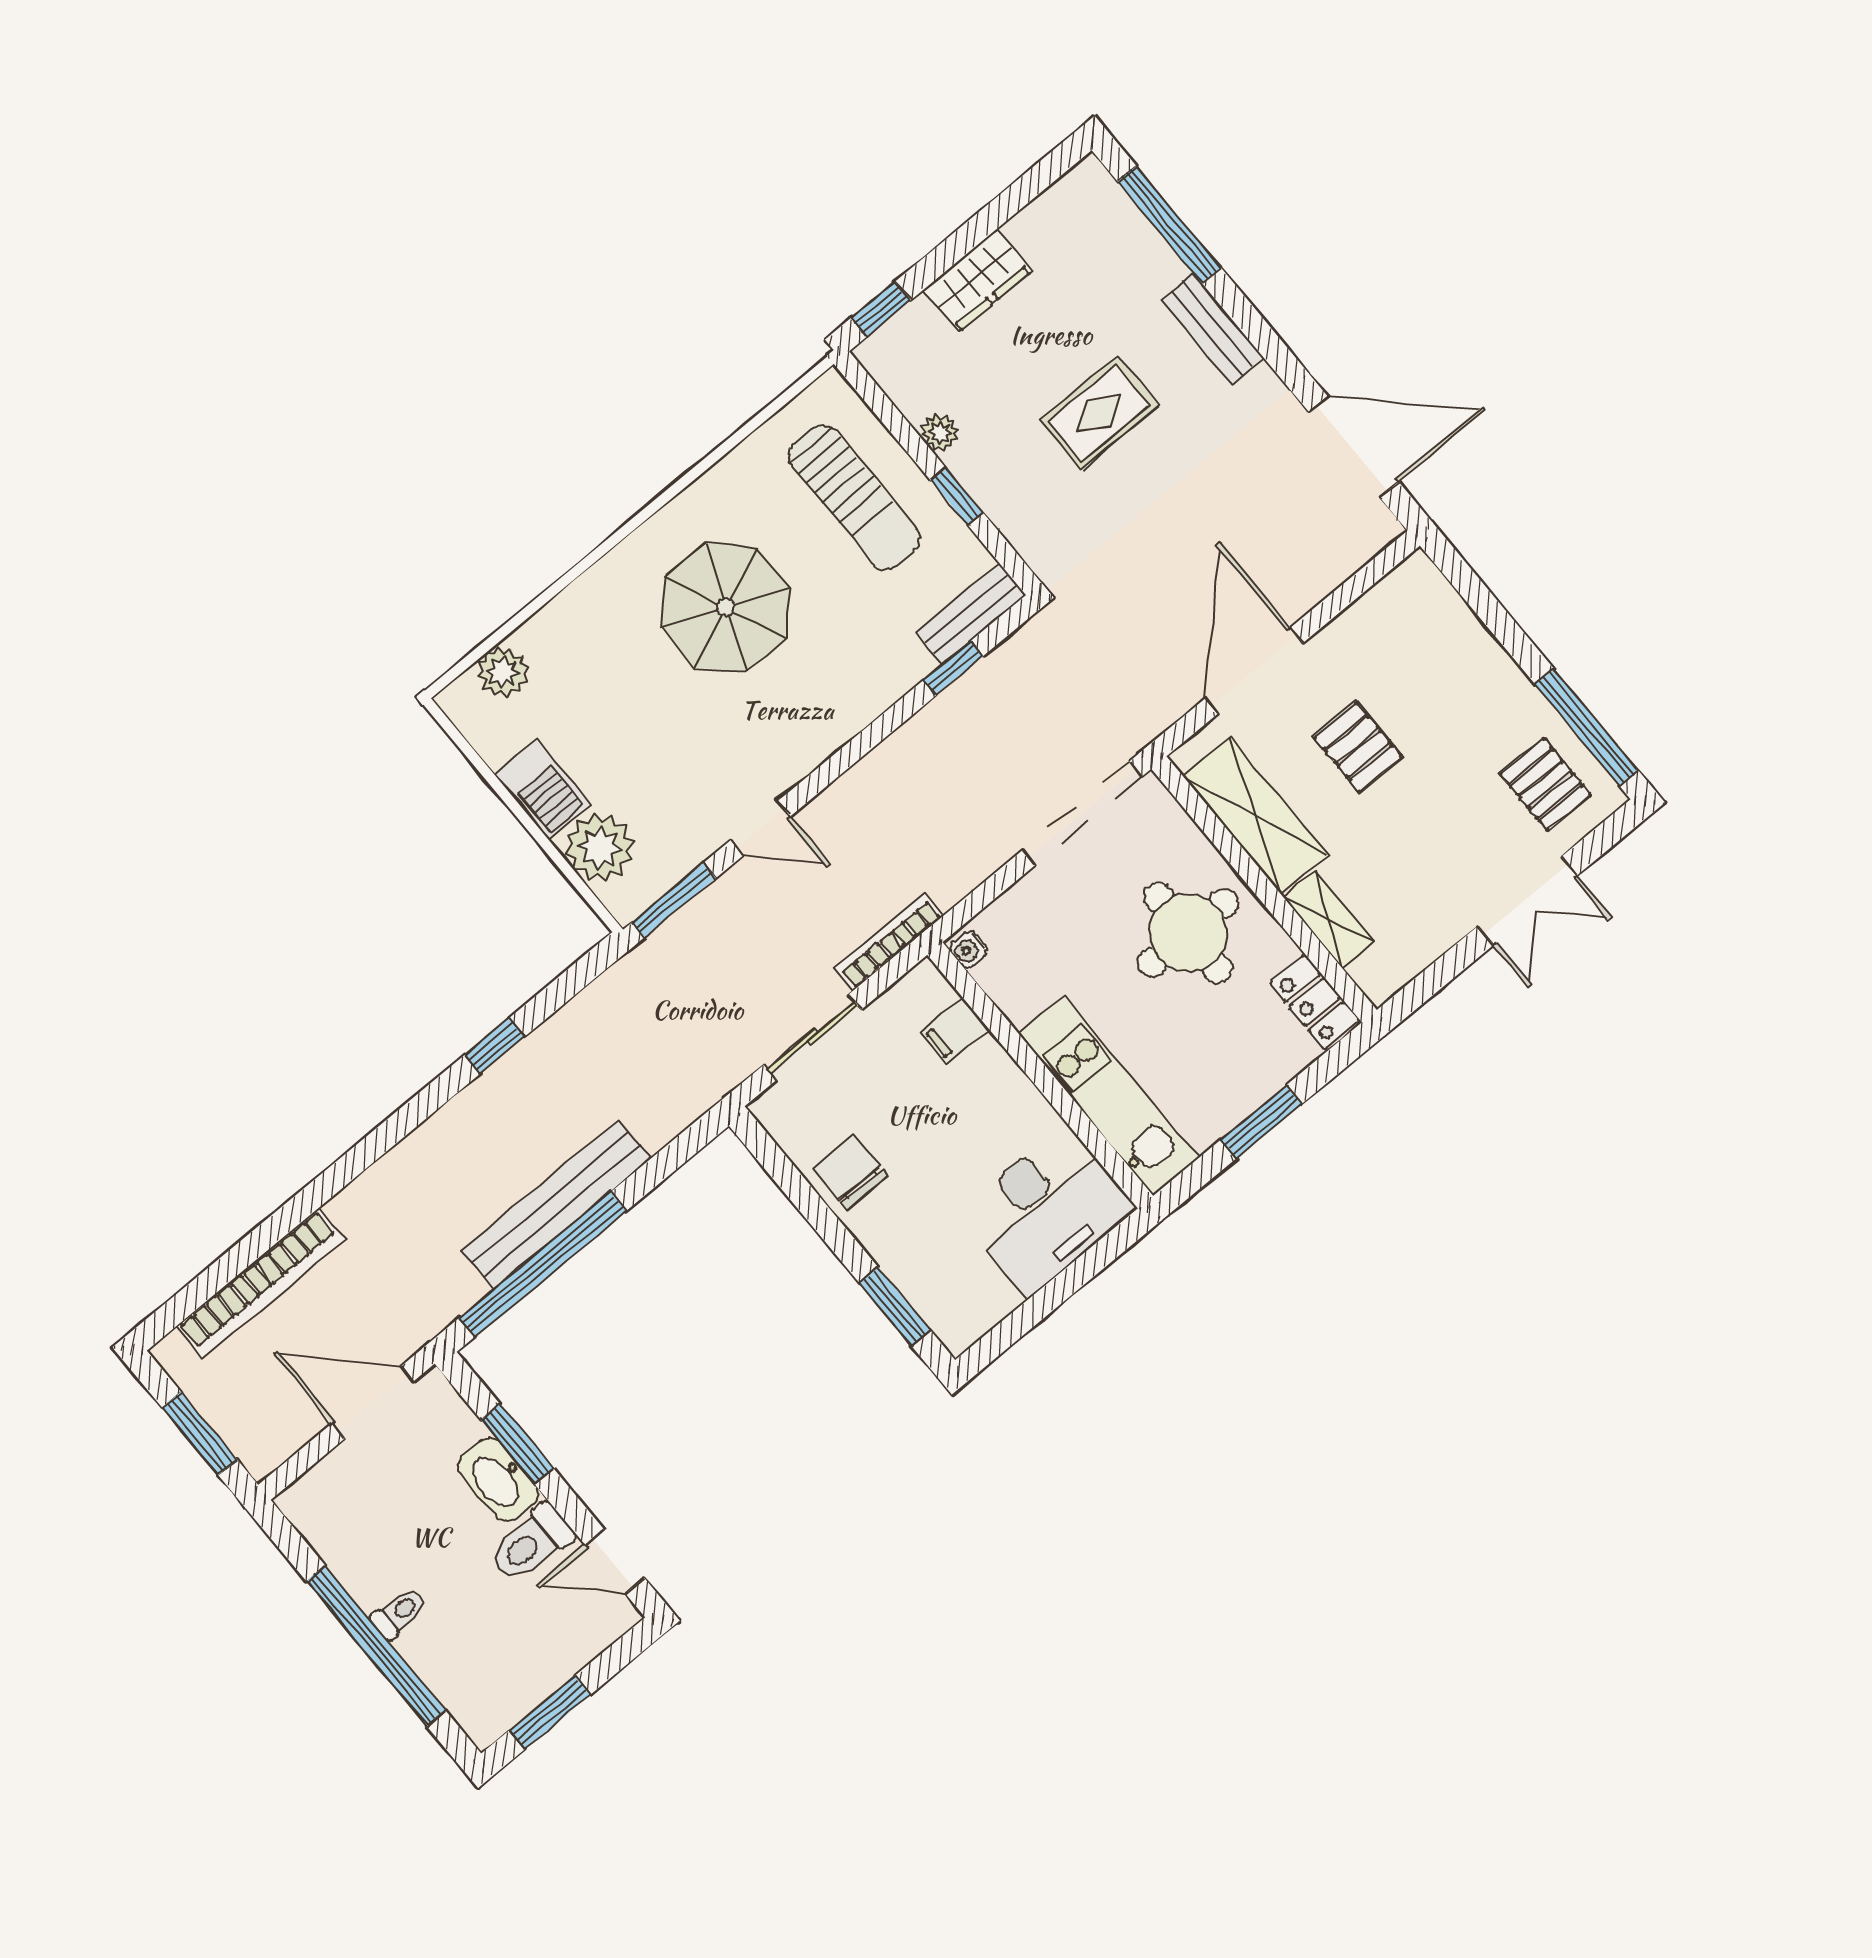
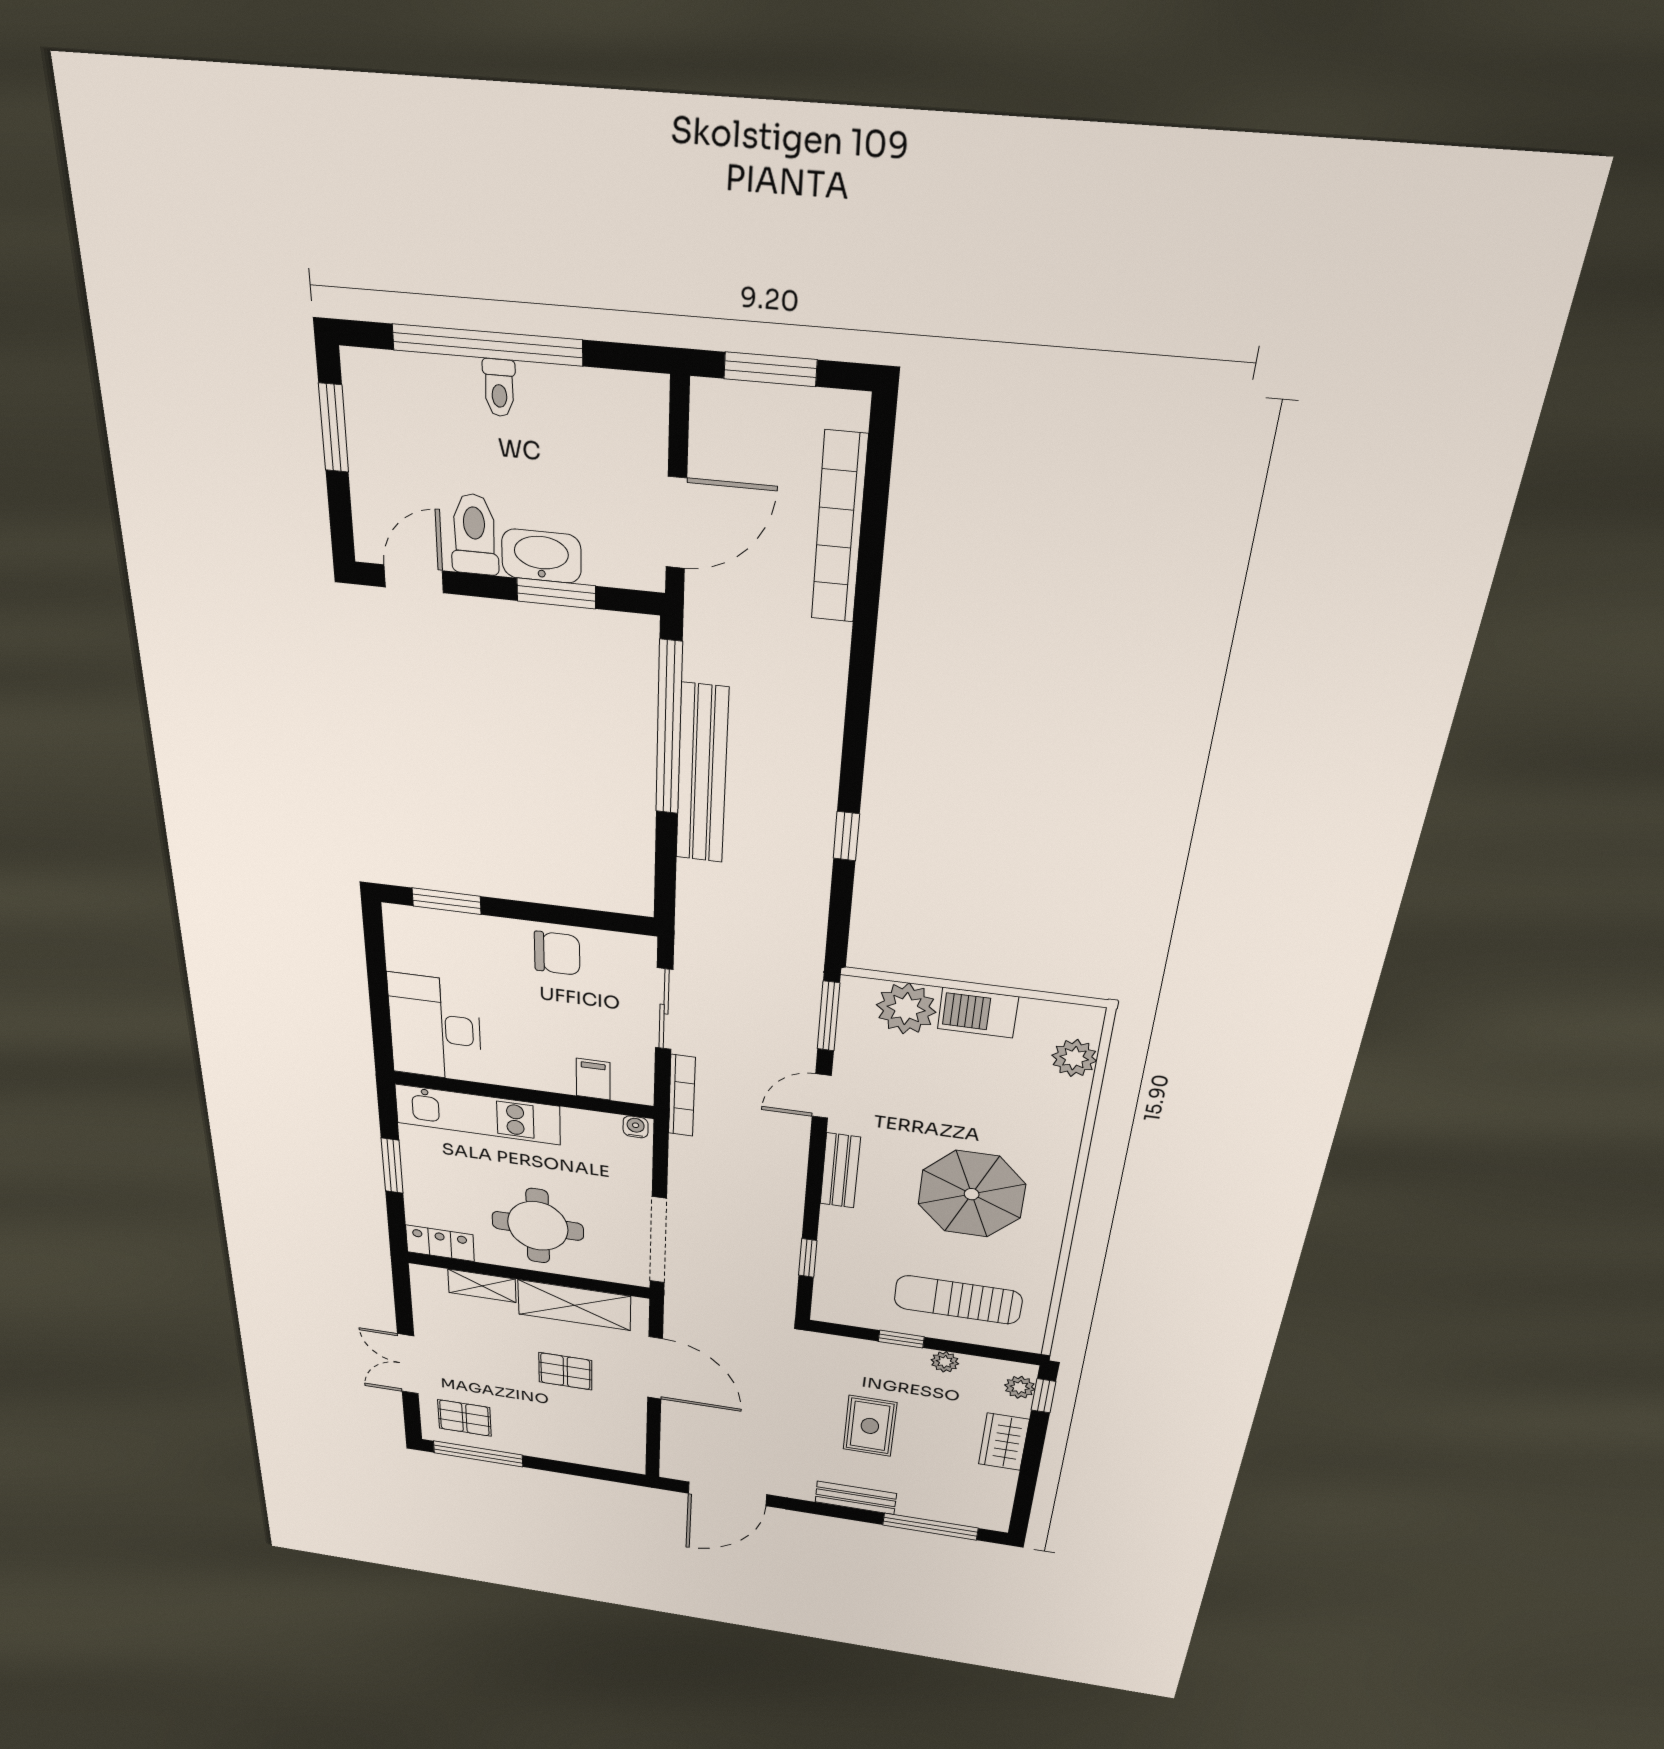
plant: (895, 339) -> (1020, 1387), added
bench: (971, 614) -> (840, 1171), moved

